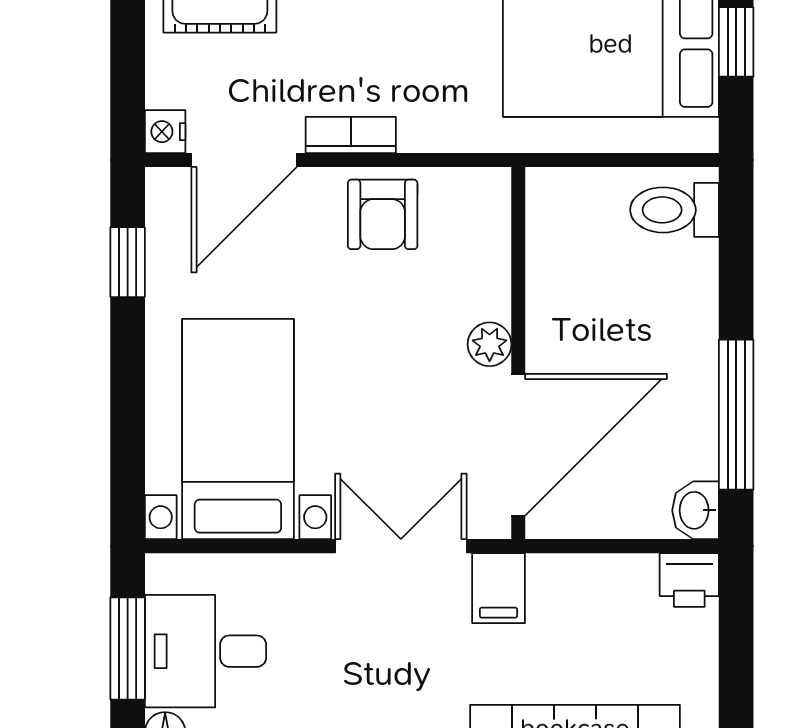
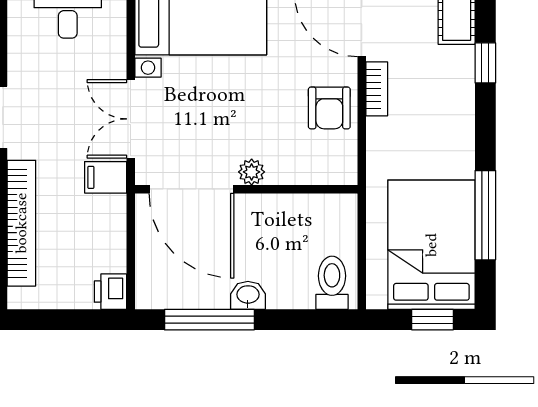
armchair: (383, 214) -> (329, 108), turned -90
washbasin: (695, 510) -> (248, 295), moved
double door: (401, 546) -> (131, 119), swing flipped

